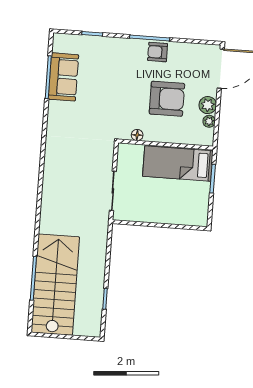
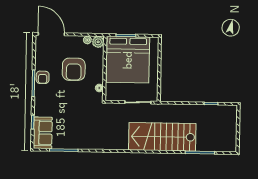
sofa: (63, 77) -> (43, 133), moved, turned 90
armchair: (167, 99) -> (74, 69), turned 180
plant: (208, 105) -> (98, 42), moved
bed: (178, 164) -> (128, 60), width x2.04
stairs: (55, 285) -> (162, 137), moved

